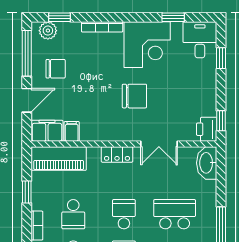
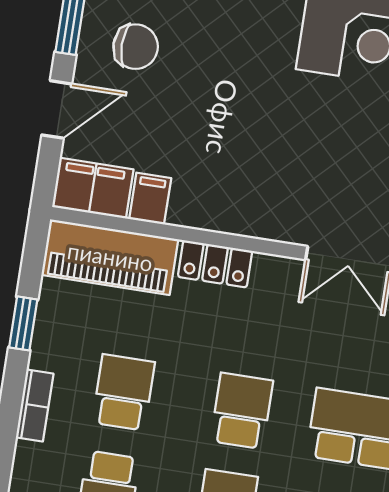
chair: (134, 96) -> (309, 139), removed
locker: (117, 154) -> (215, 264), moved
school desk: (73, 214) -> (124, 392), turned 180

